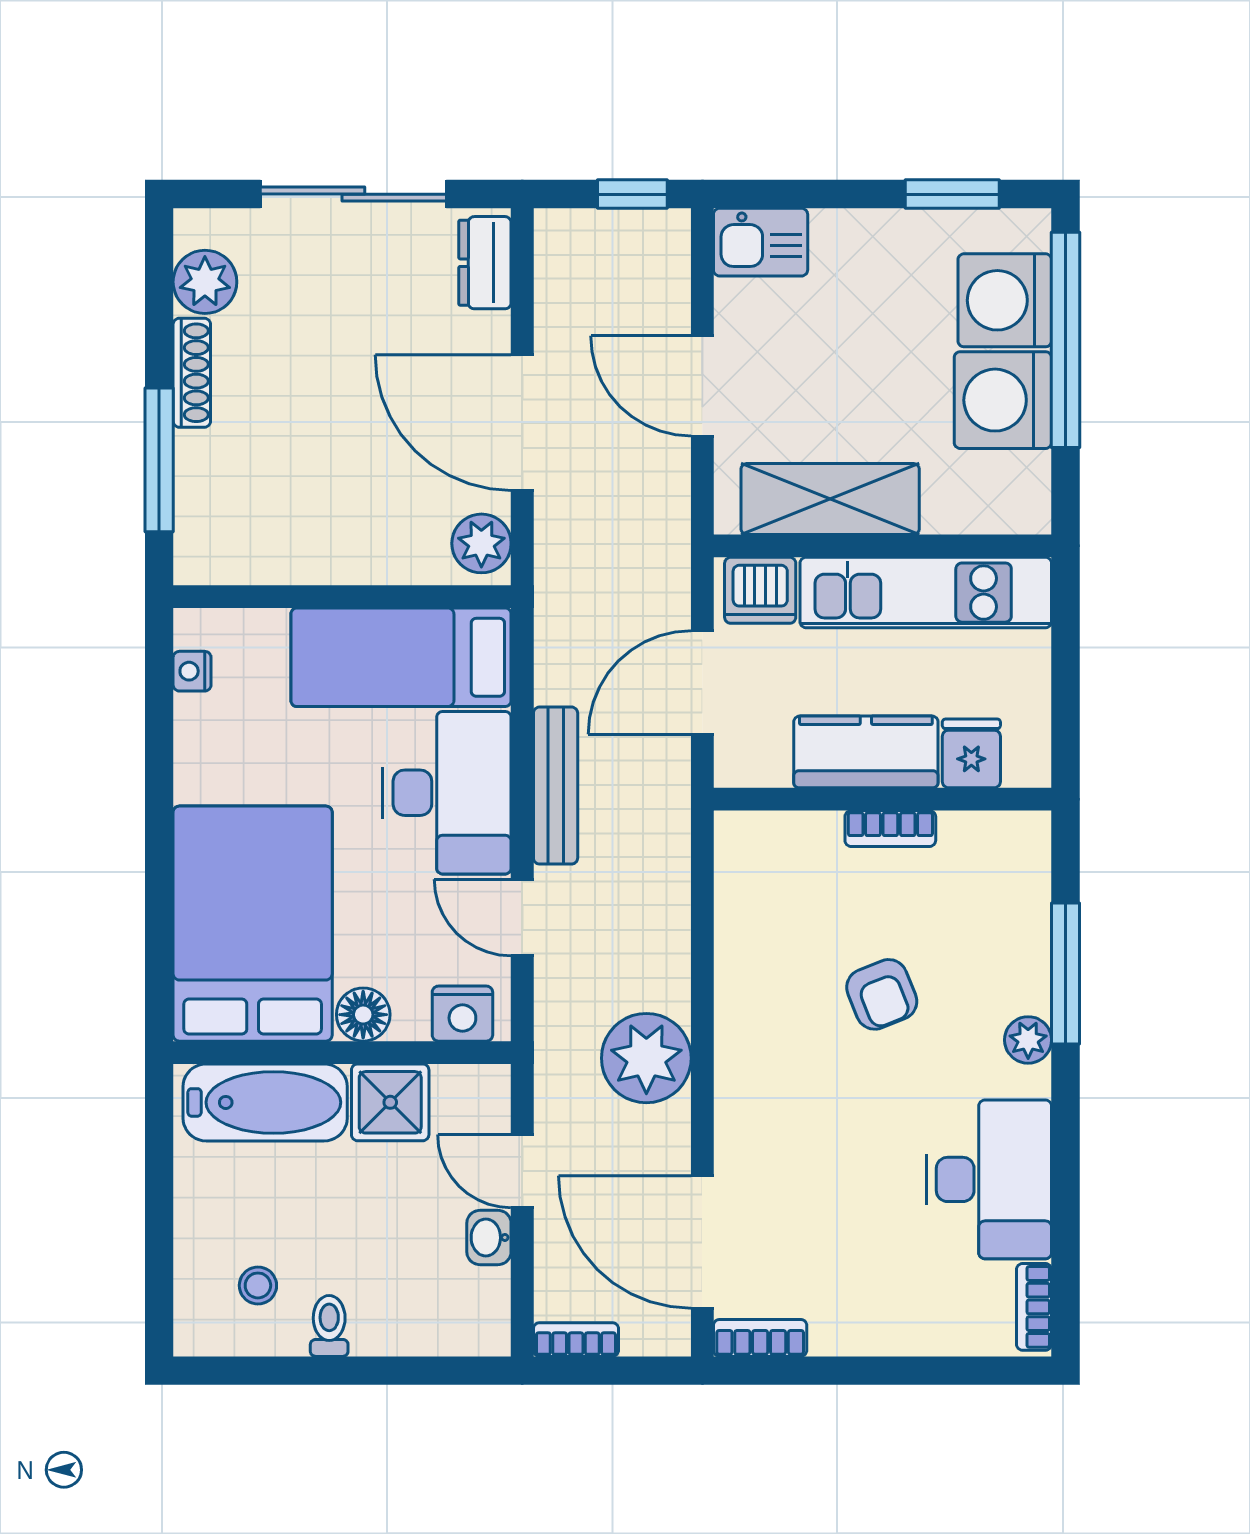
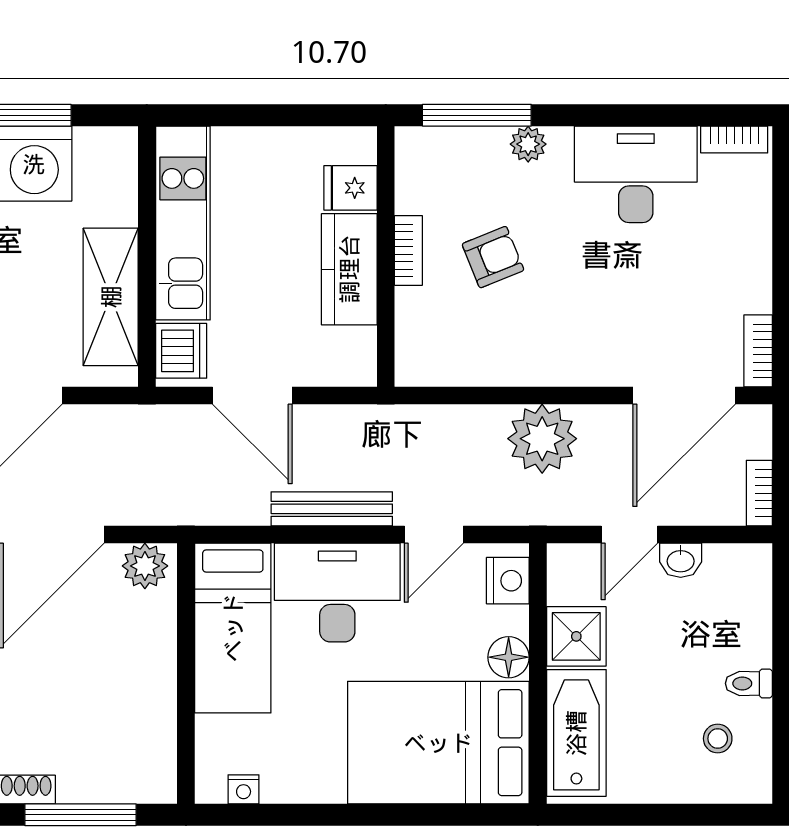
kitchen counter: (866, 752) -> (349, 269), moved
fridge: (971, 753) -> (350, 188), moved
wall: (883, 799) -> (386, 256), moved
bookcase: (890, 829) -> (408, 250), moved

